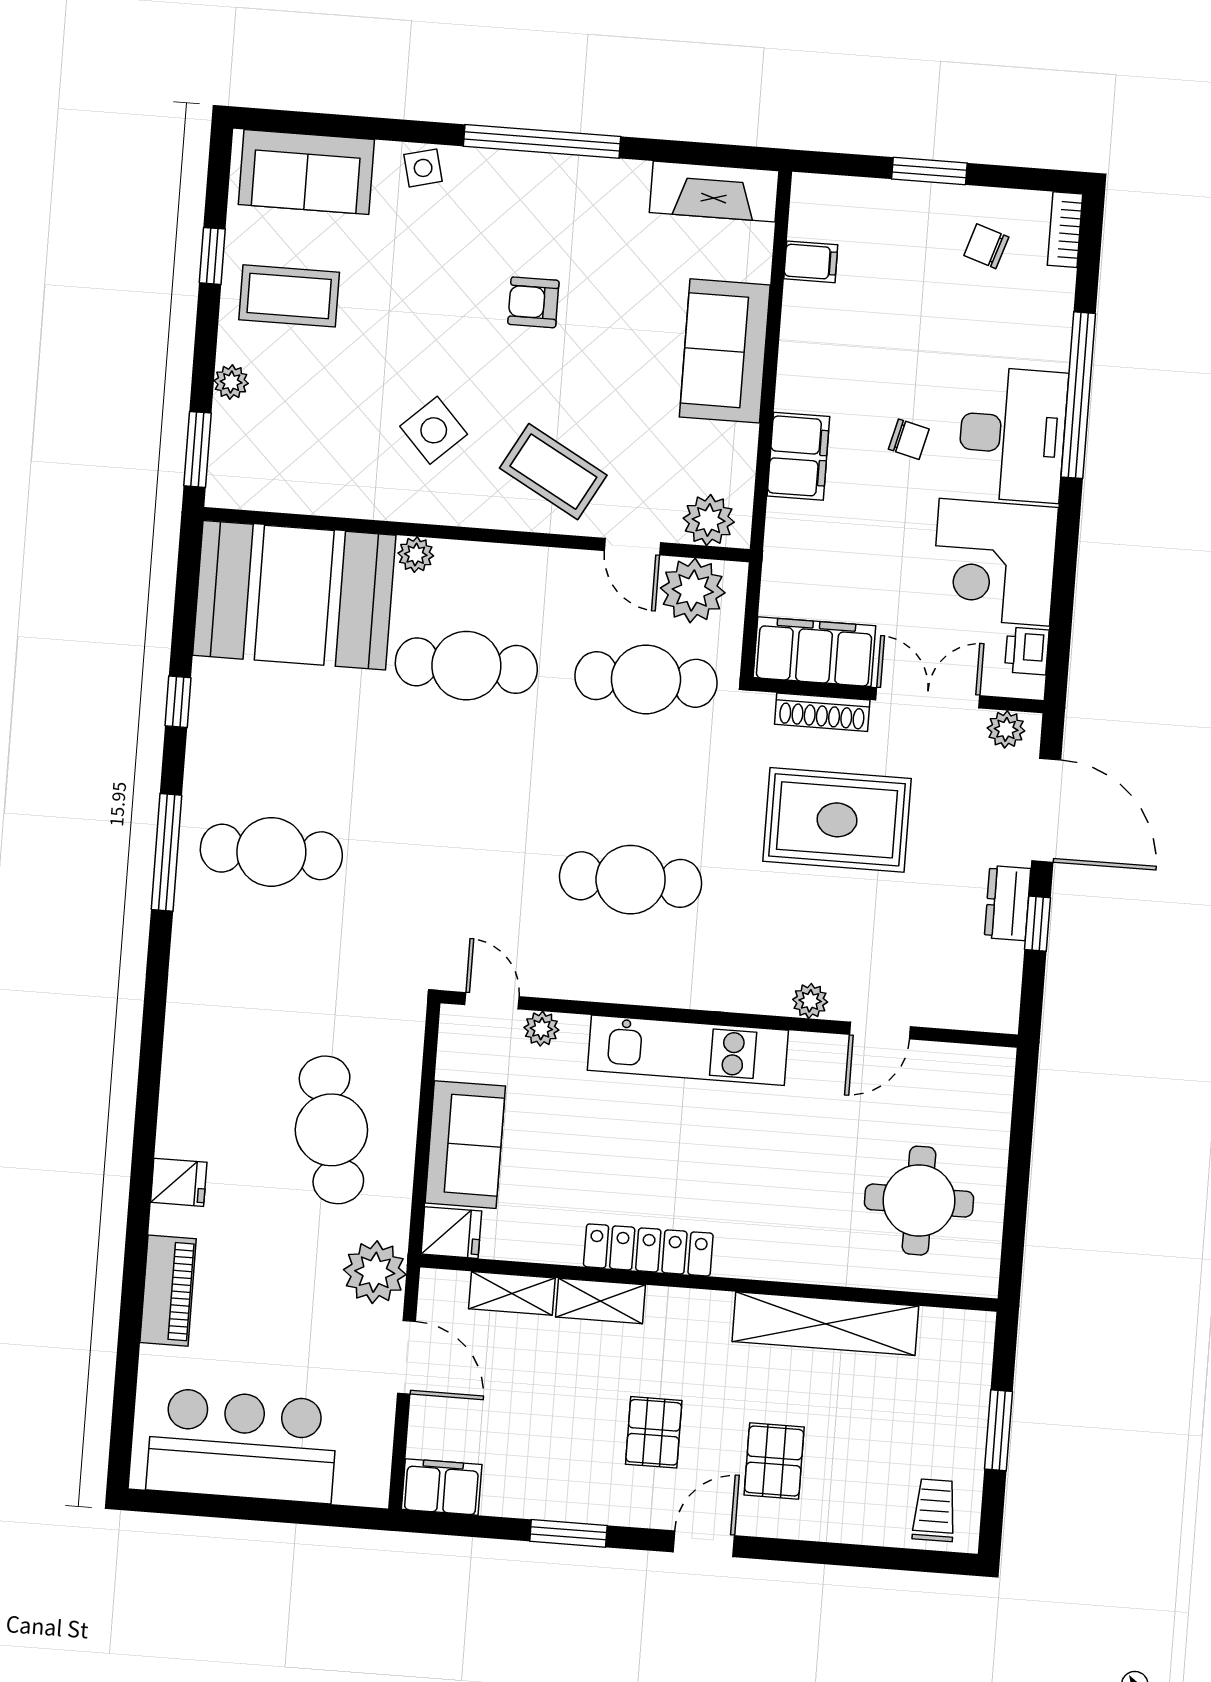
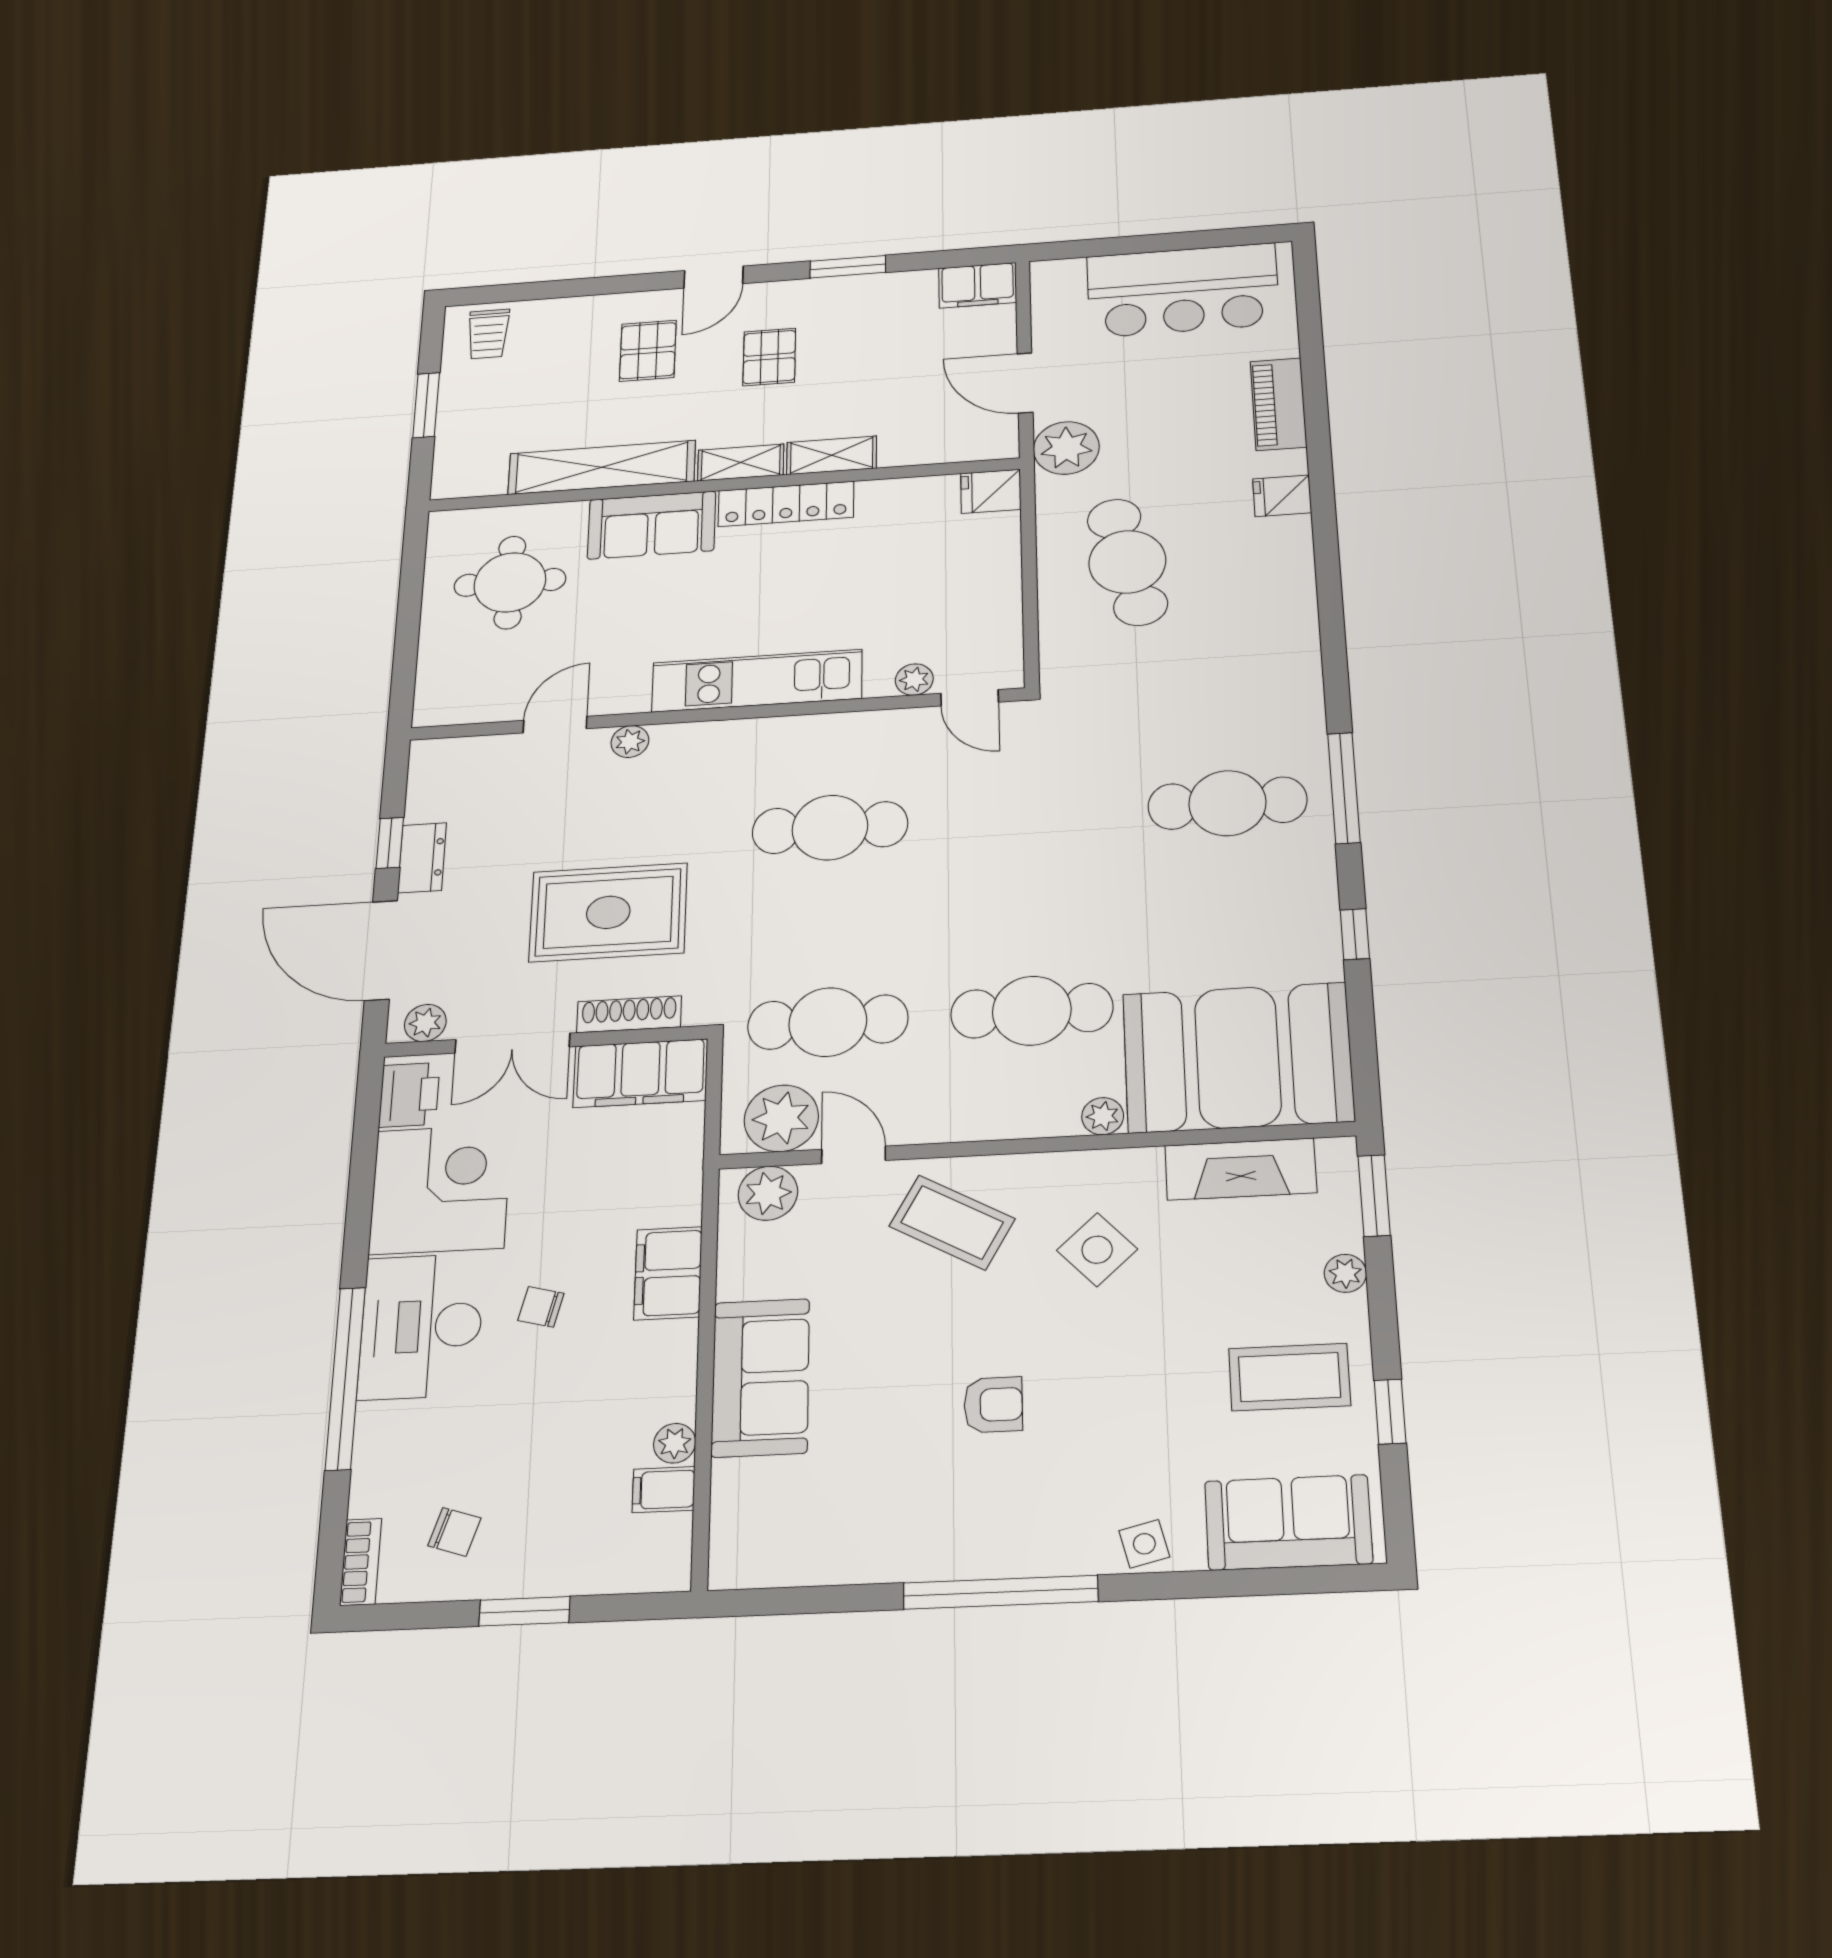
fireplace: (714, 192) -> (1241, 1169), moved, turned 180
plant: (800, 301) -> (675, 1443), added
printer: (1027, 651) -> (409, 1095), width x1.36, depth x1.24
sofa: (465, 1145) -> (652, 525), moved, turned -90
shelving: (512, 1293) -> (741, 462), moved

